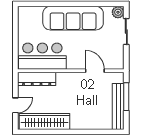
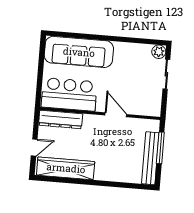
sofa: (73, 18) -> (79, 52), moved
door: (95, 71) -> (116, 115), moved

